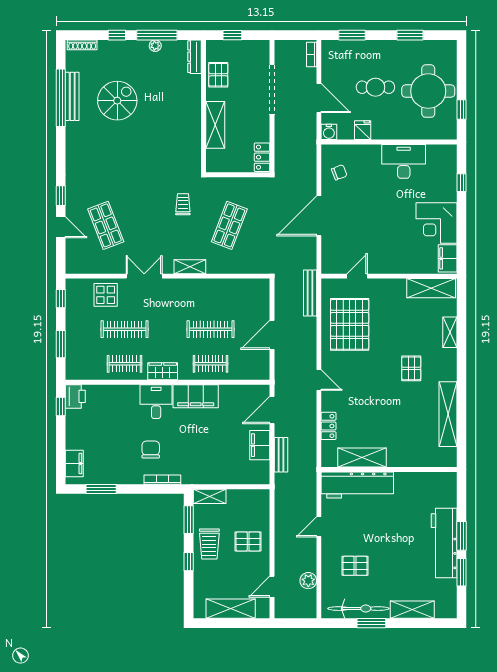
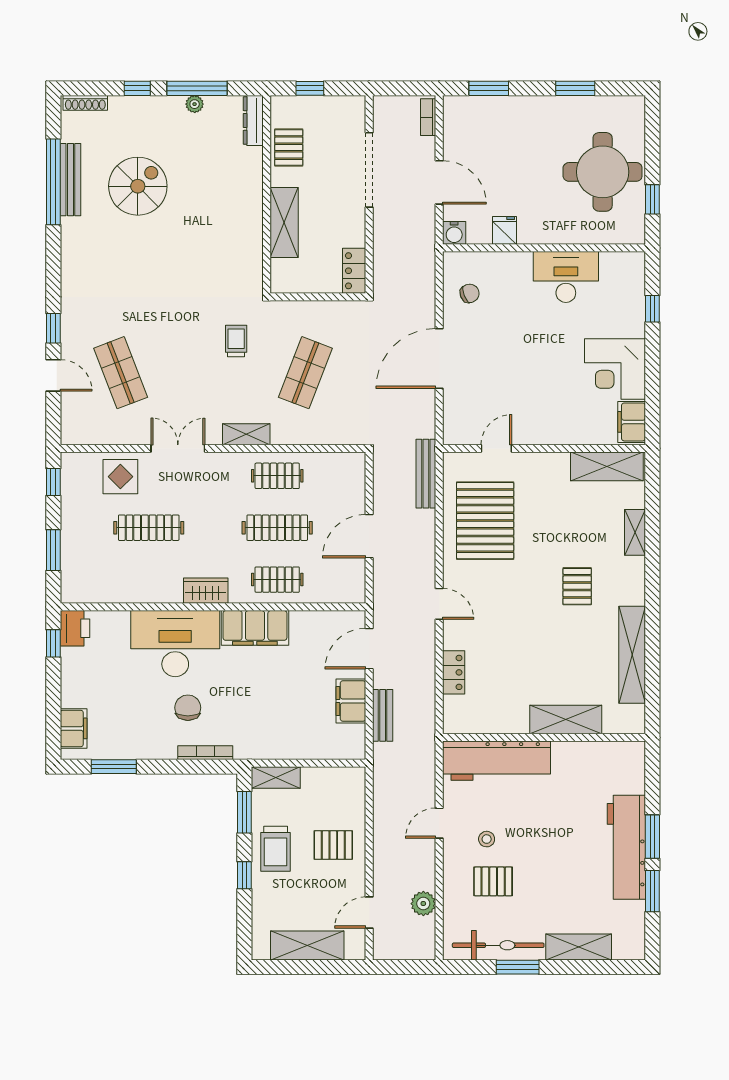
cafe table: (375, 87) -> (524, 166), removed
clothes rail: (125, 364) -> (277, 476), moved
desk: (156, 402) -> (175, 644), width x1.87, depth x1.30
shelving: (362, 458) -> (566, 720), moved
stool: (351, 537) -> (487, 839), added

